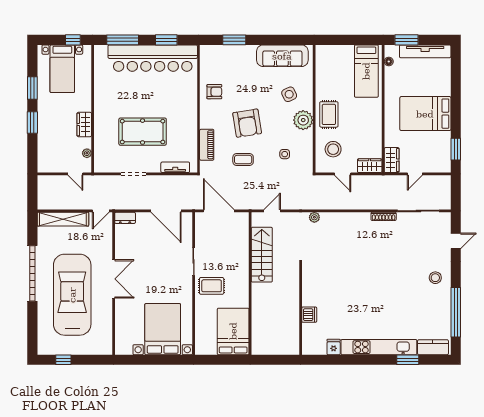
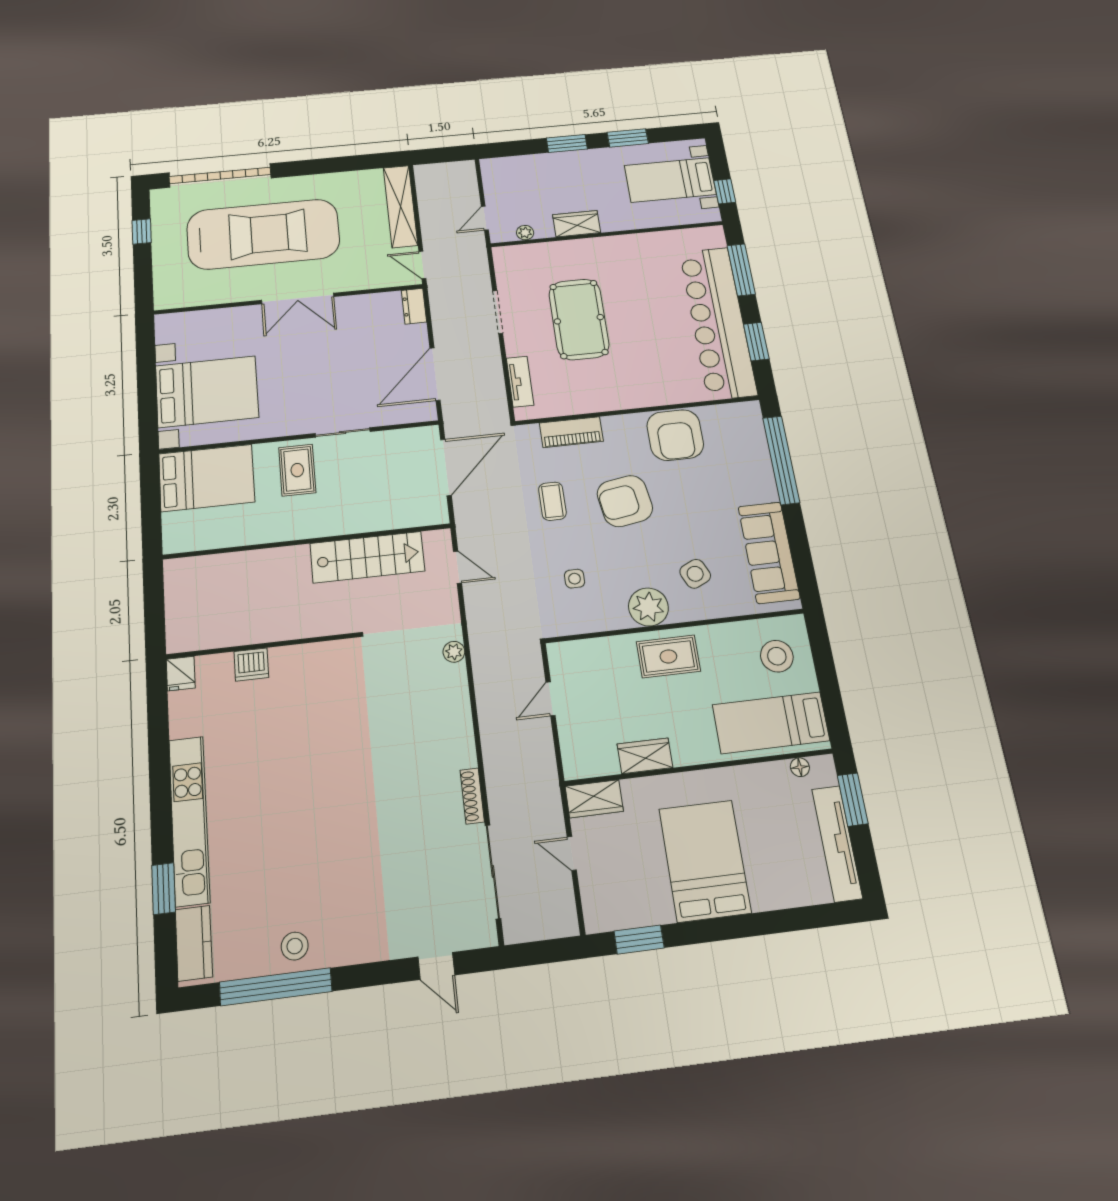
window: (234, 40) -> (781, 460), width x2.11
armchair: (214, 92) -> (675, 435), width x1.88, depth x1.88
stool: (333, 149) -> (777, 656), moved
wardrobe: (370, 166) -> (645, 756), moved, turned -90
garage door: (32, 273) -> (220, 175), moved
stool: (435, 278) -> (295, 946), moved
bed: (233, 331) -> (207, 478), moved
fridge: (334, 347) -> (181, 674), moved, turned 90

